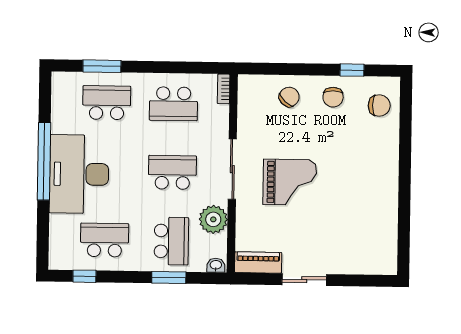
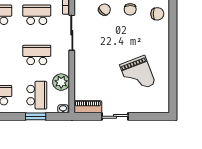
school desk: (173, 104) -> (37, 15), turned 180
sliding door: (232, 169) -> (72, 33), moved
grand piano: (290, 182) -> (138, 74), moved, turned 69

